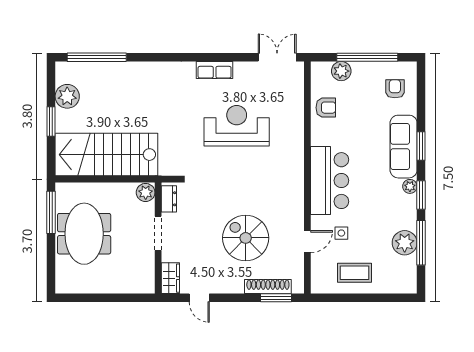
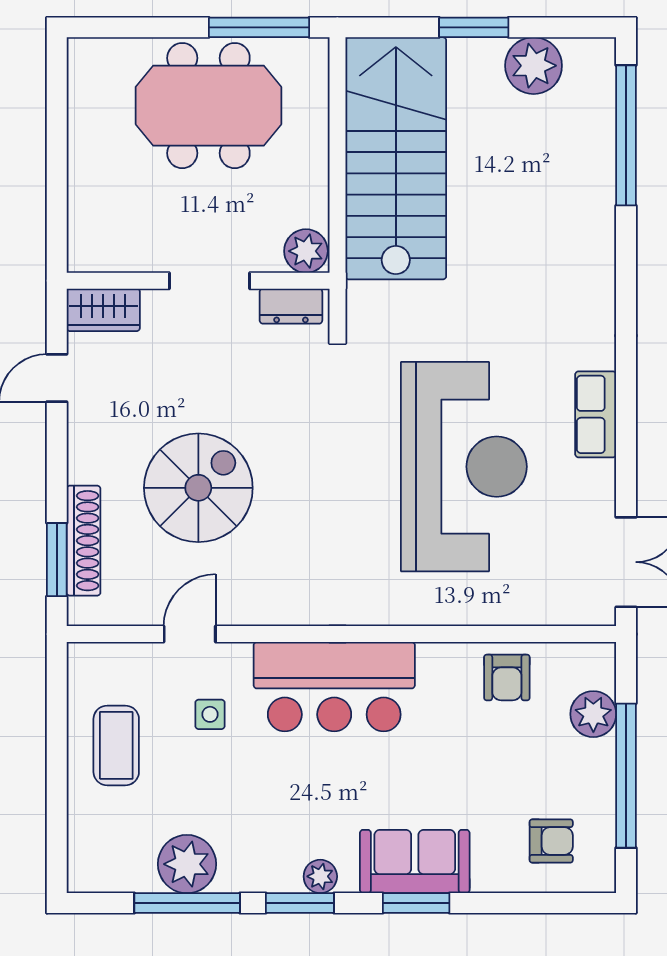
reception desk: (237, 126) -> (464, 467), width x1.36, depth x1.30
sofa: (404, 147) -> (415, 861), width x0.73
door: (307, 242) -> (190, 634), swing flipped

